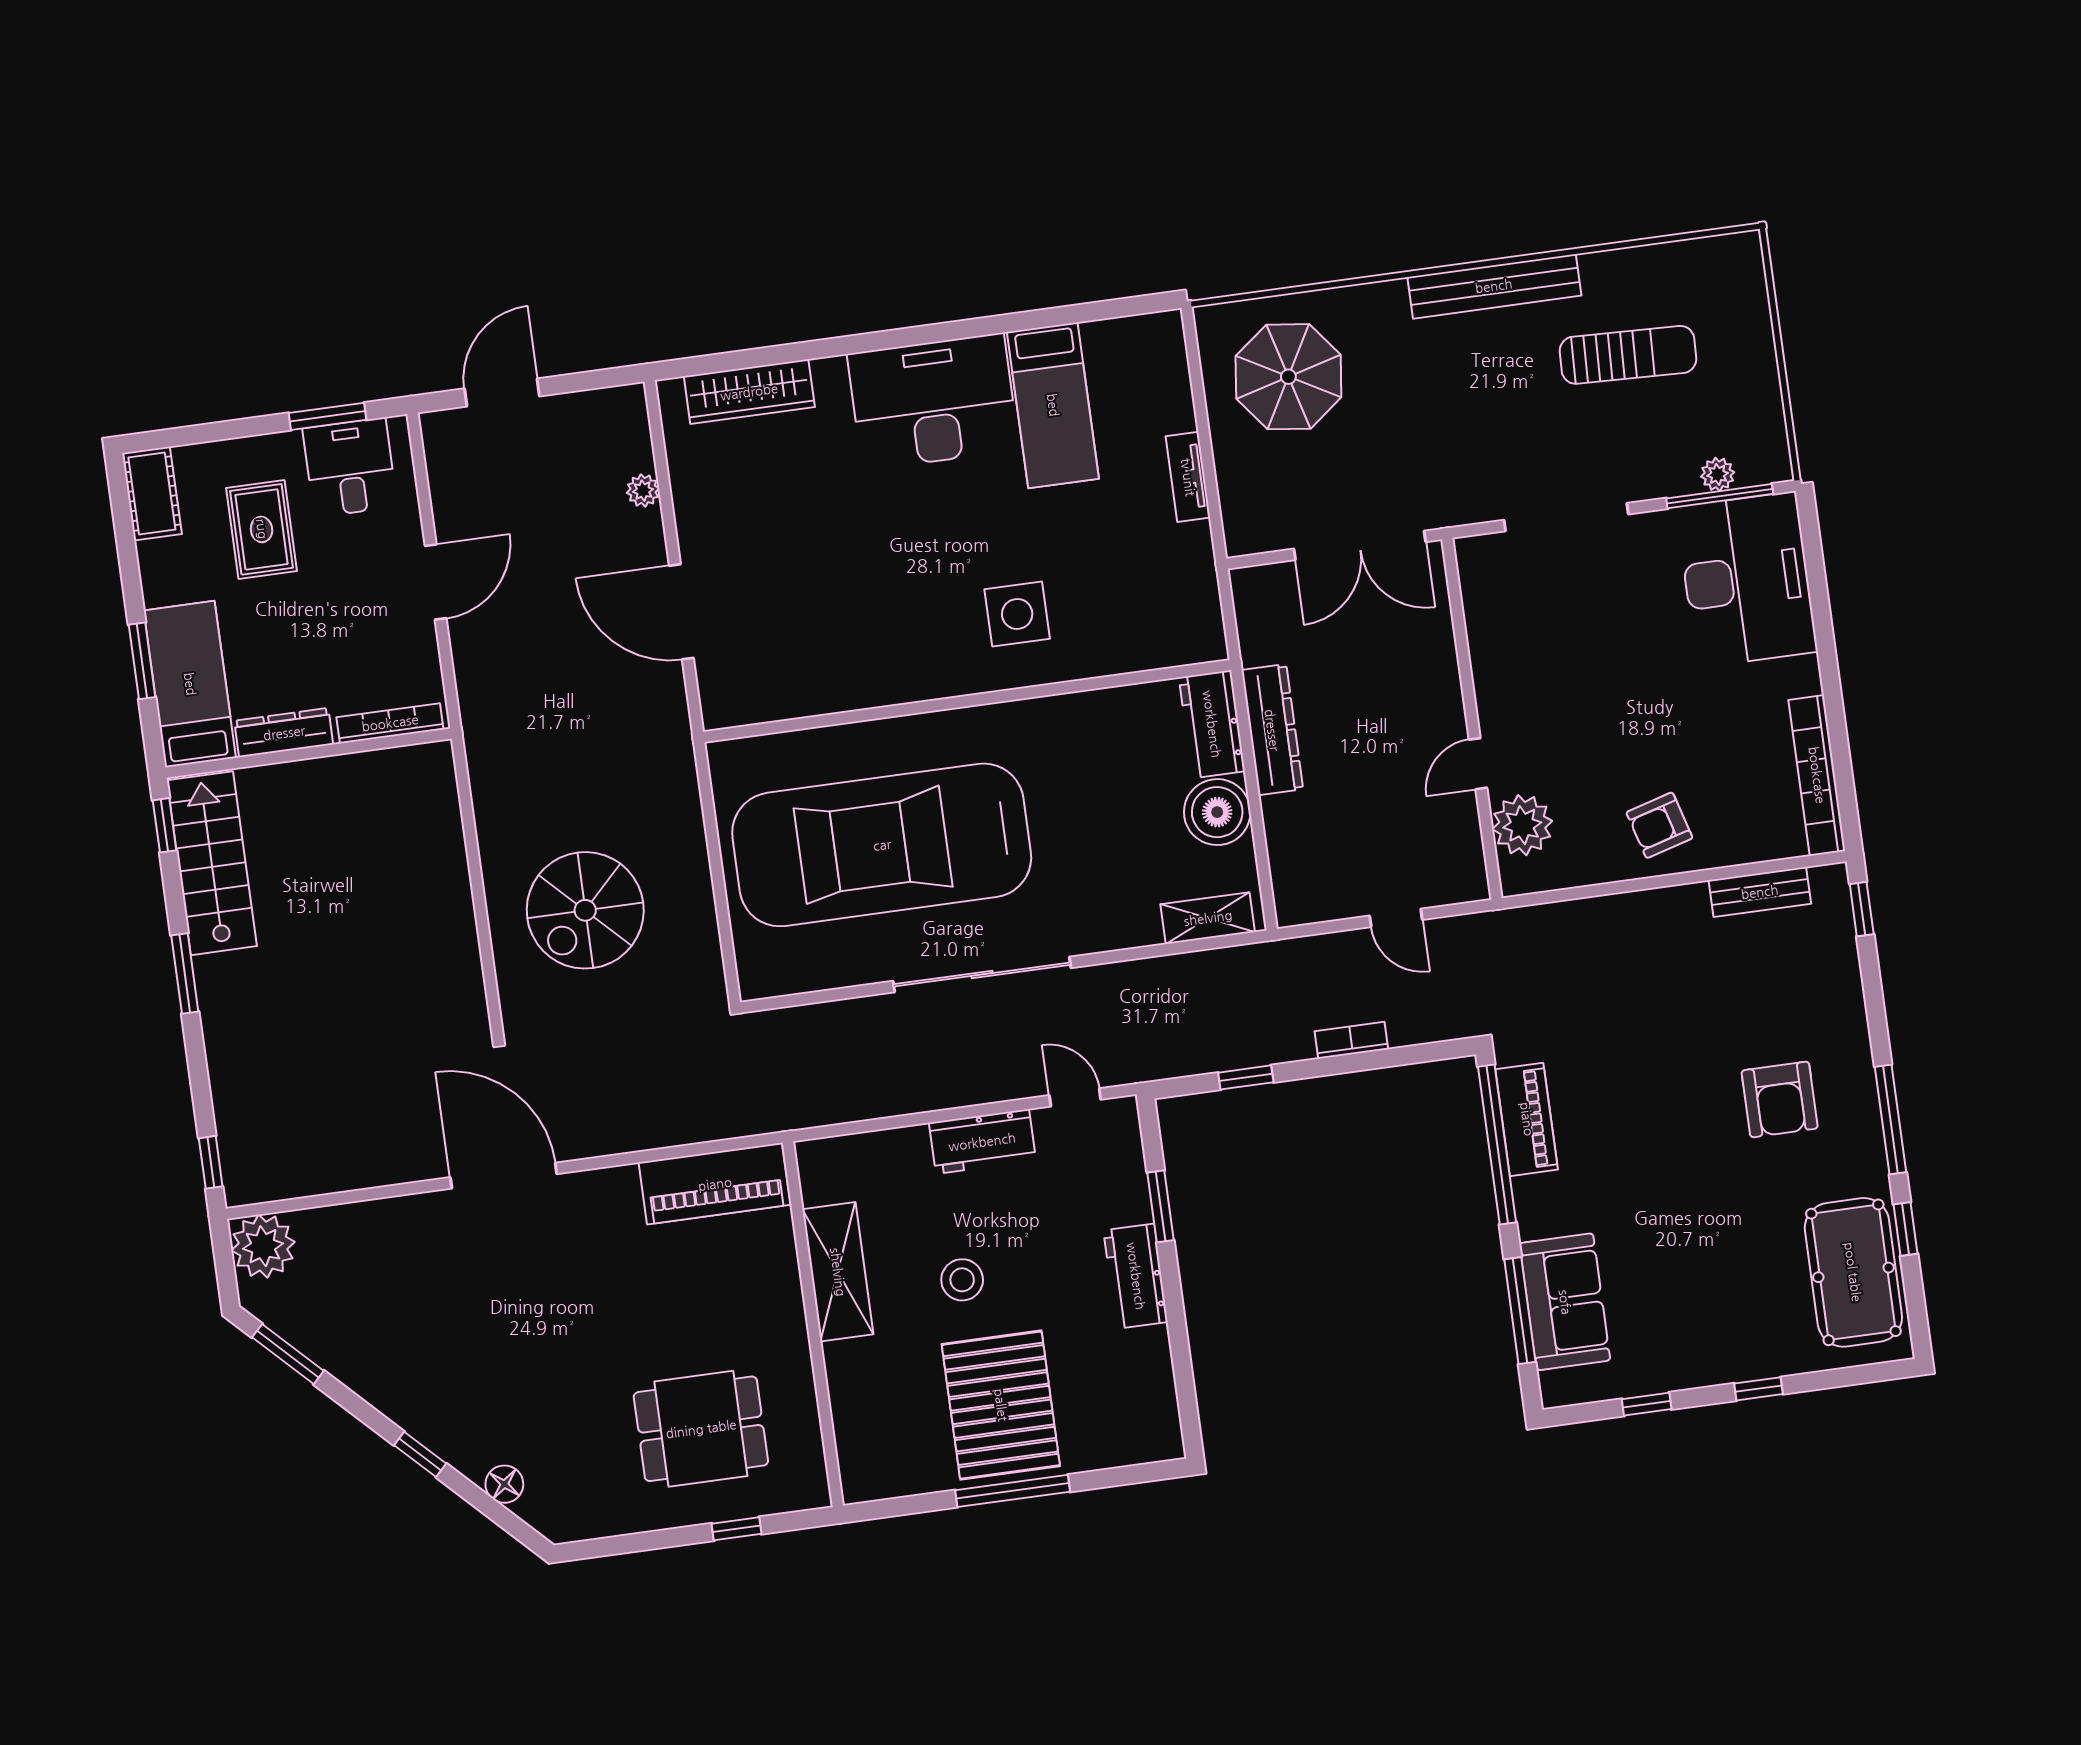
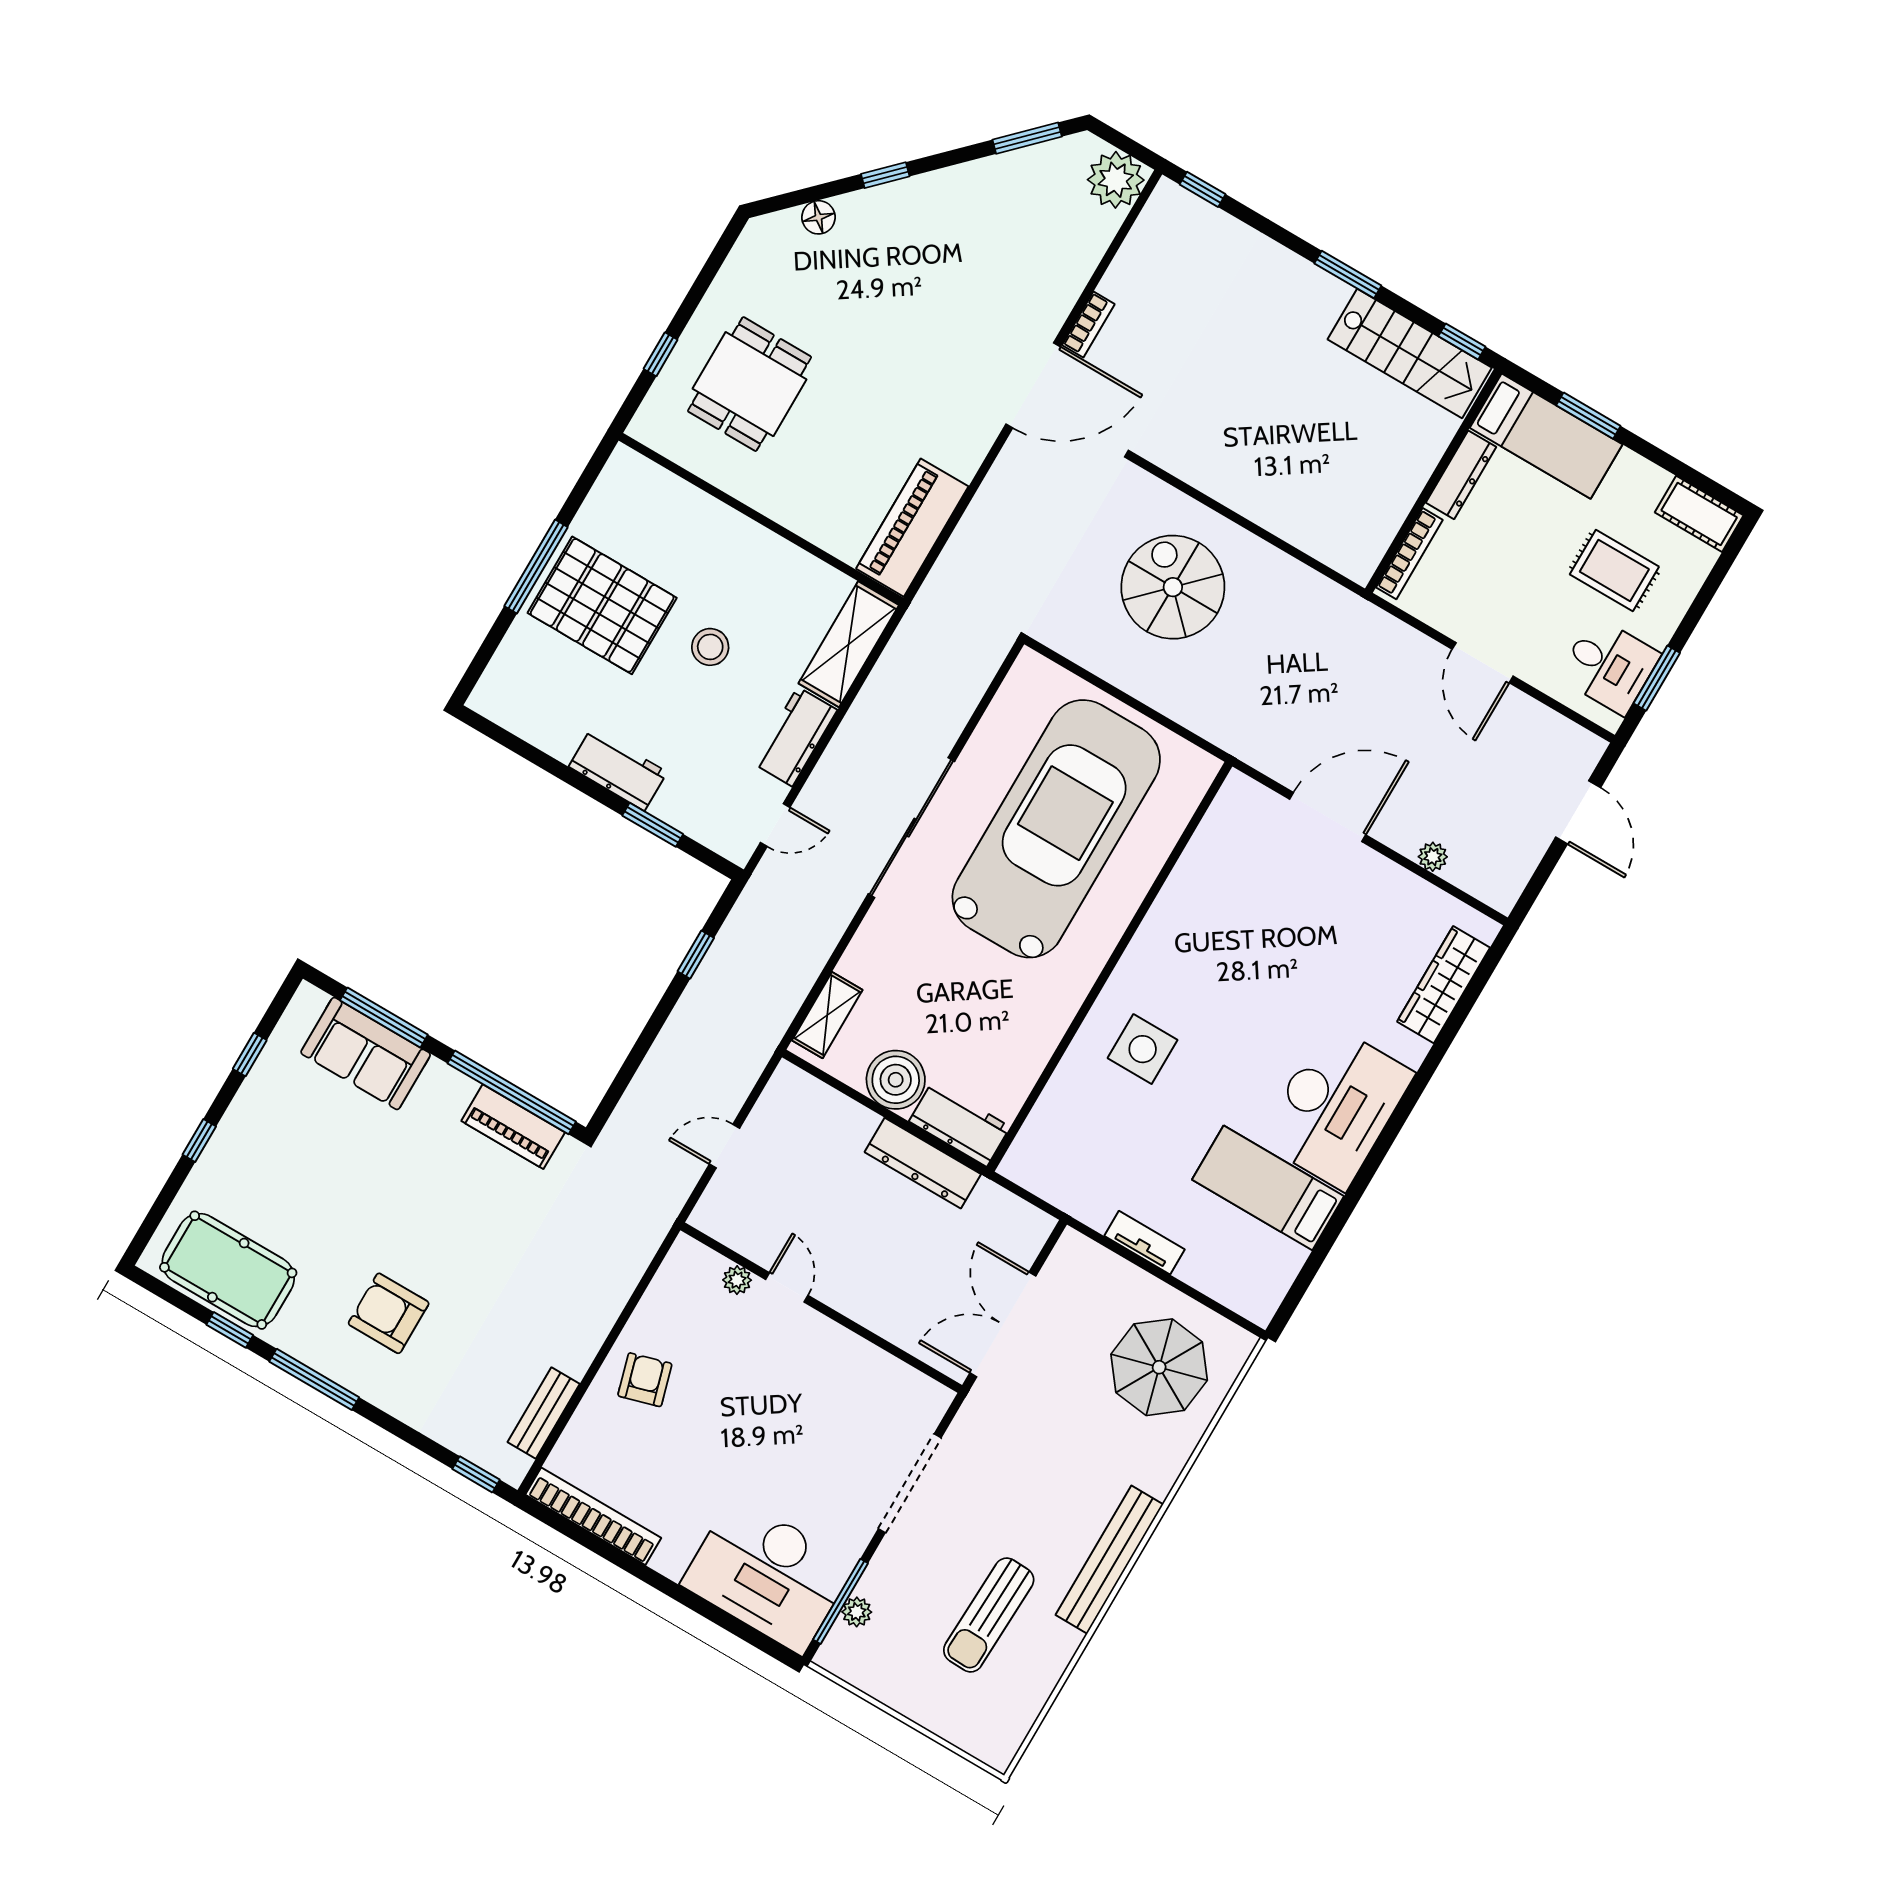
plant: (1522, 825) -> (737, 1280), width x0.53, depth x0.53
bookcase: (1351, 1040) -> (1088, 325), moved
shelving: (838, 1272) -> (849, 644), moved, turned 90

